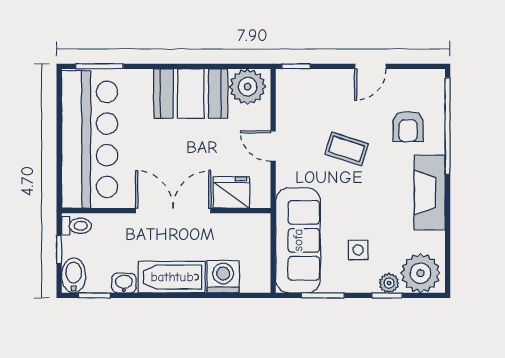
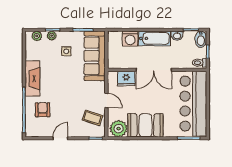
coffee table: (347, 149) -> (92, 118), moved
plant: (420, 273) -> (37, 36), width x0.53, depth x0.53

